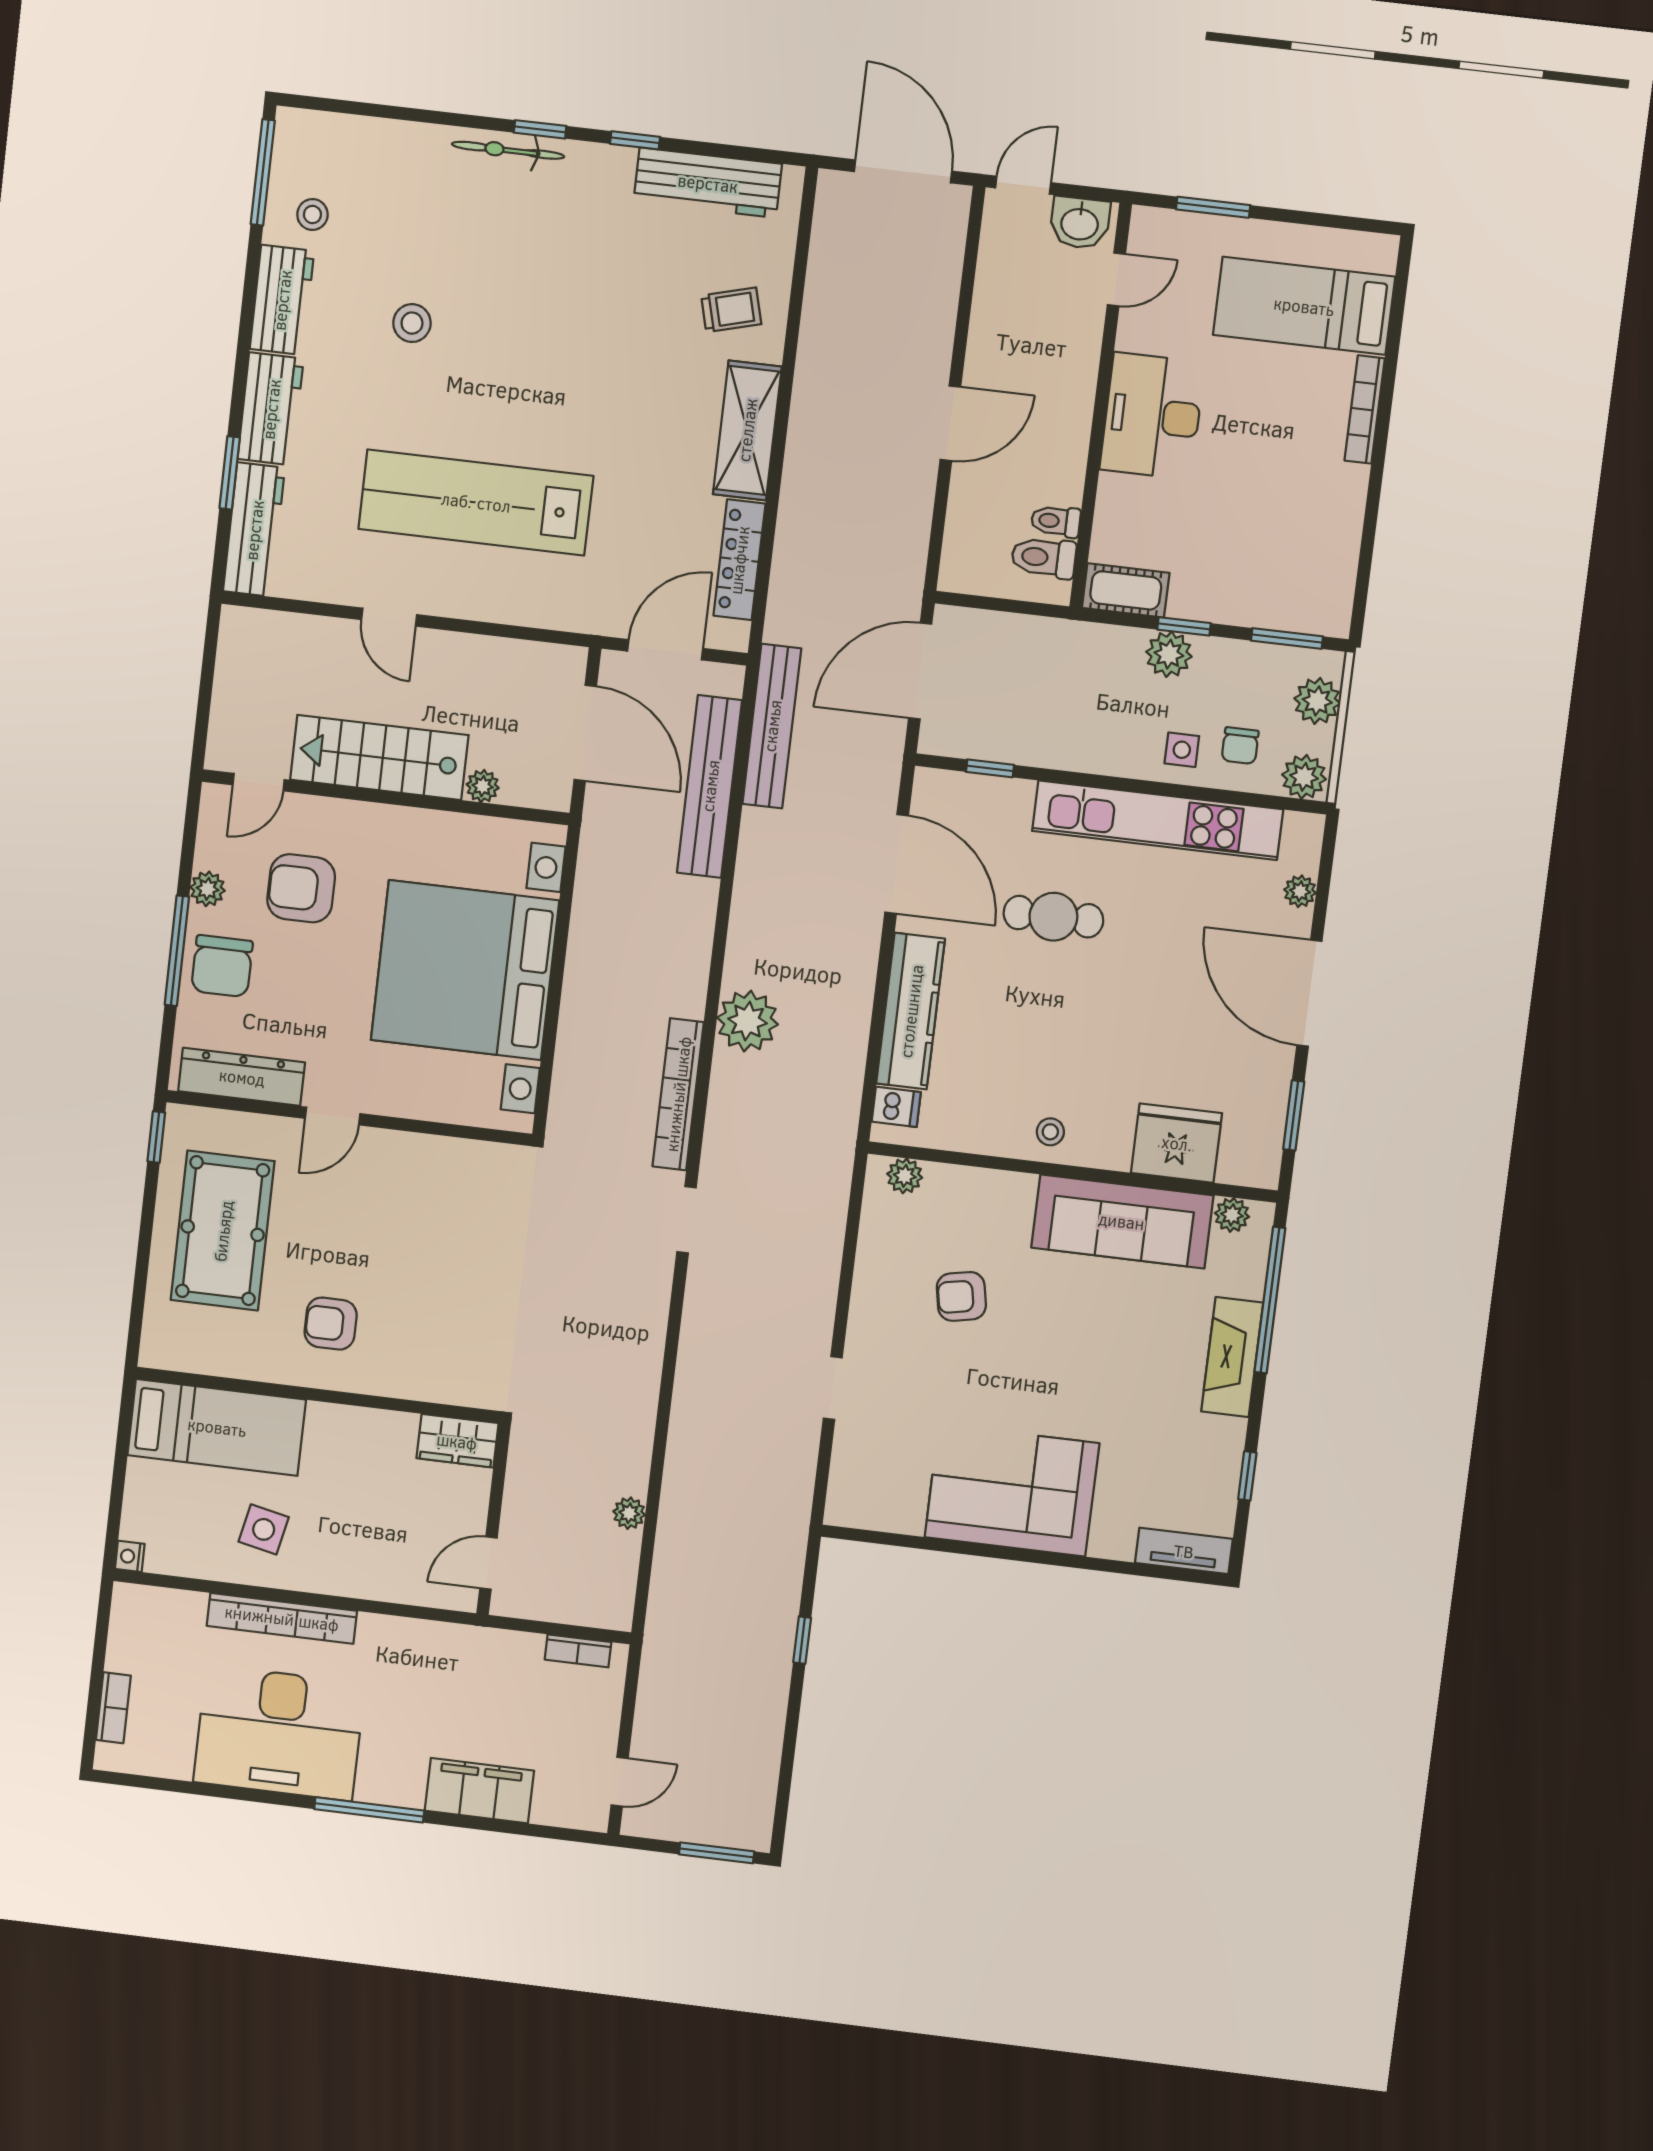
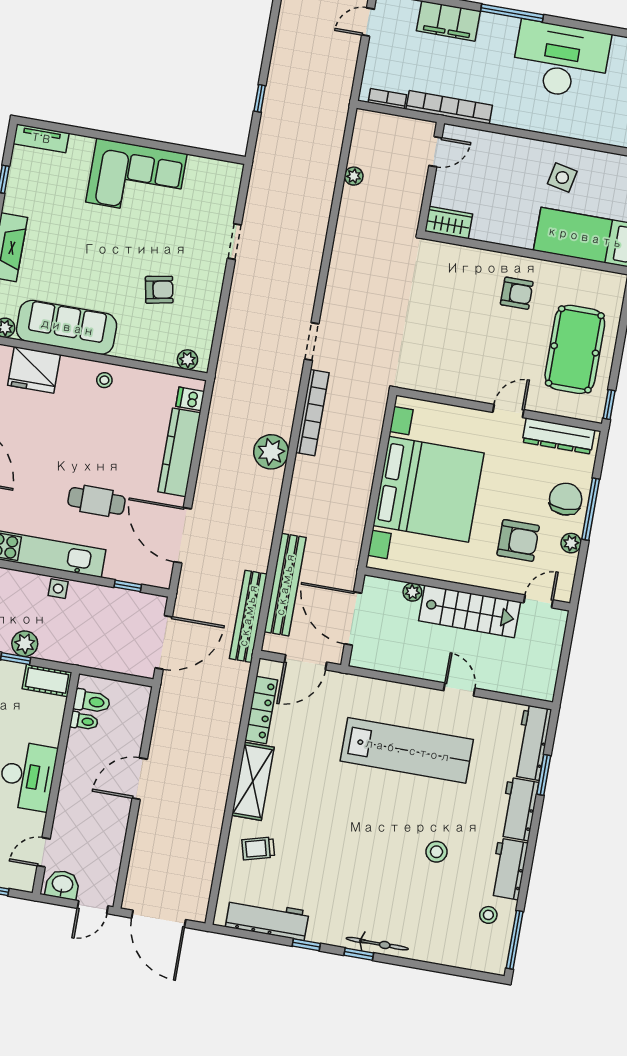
side table: (1182, 750) -> (58, 589), moved
bookcase: (282, 1618) -> (449, 107), moved

